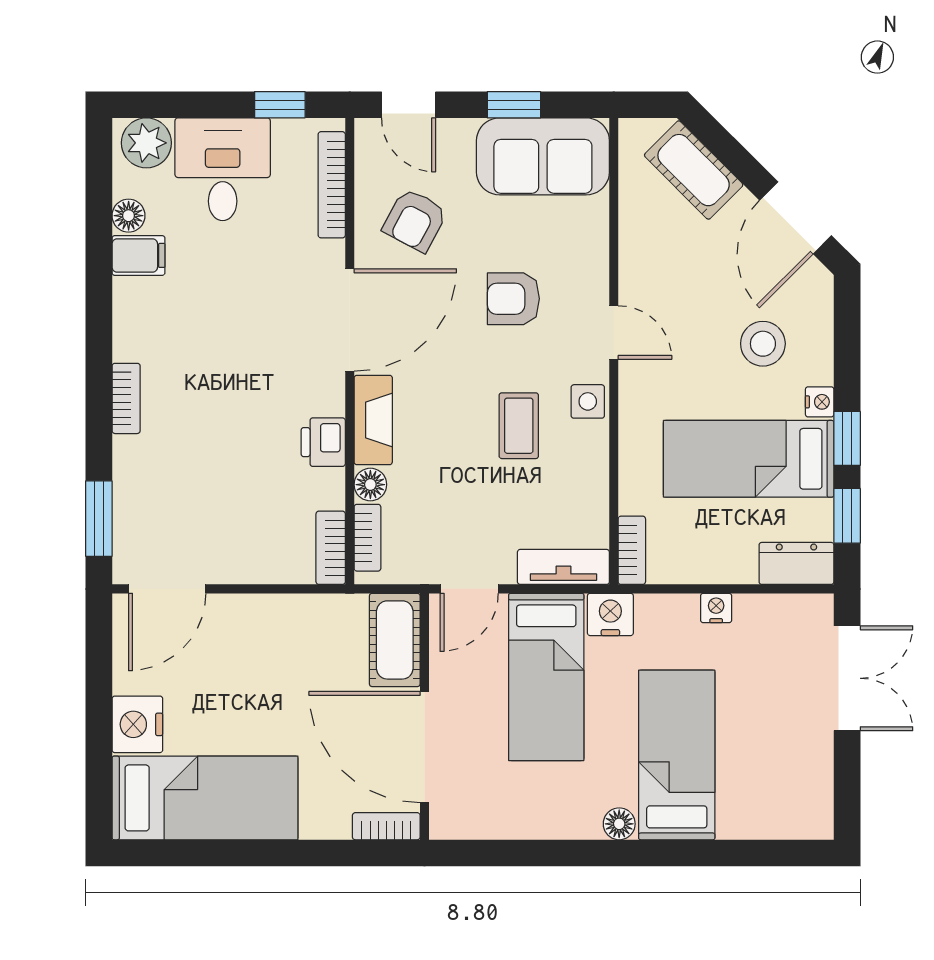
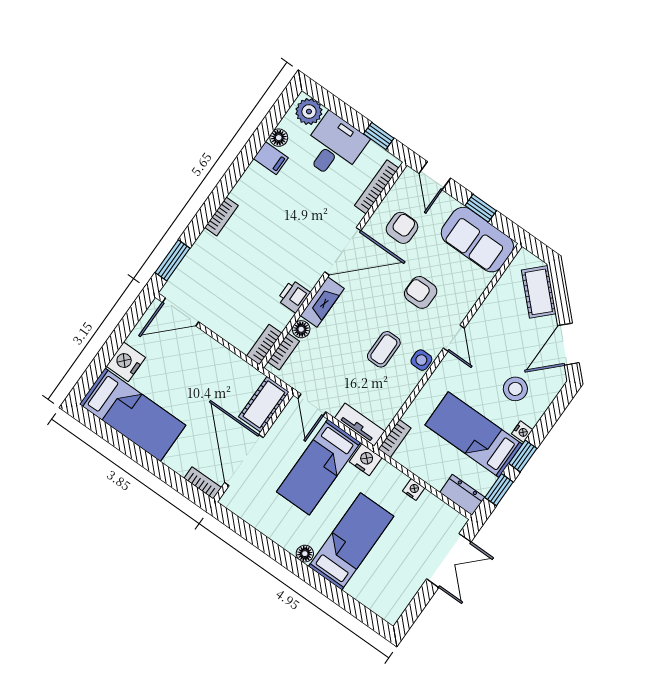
armchair: (415, 220) -> (402, 228), turned 152
door: (469, 589) -> (312, 405), hinge flipped

